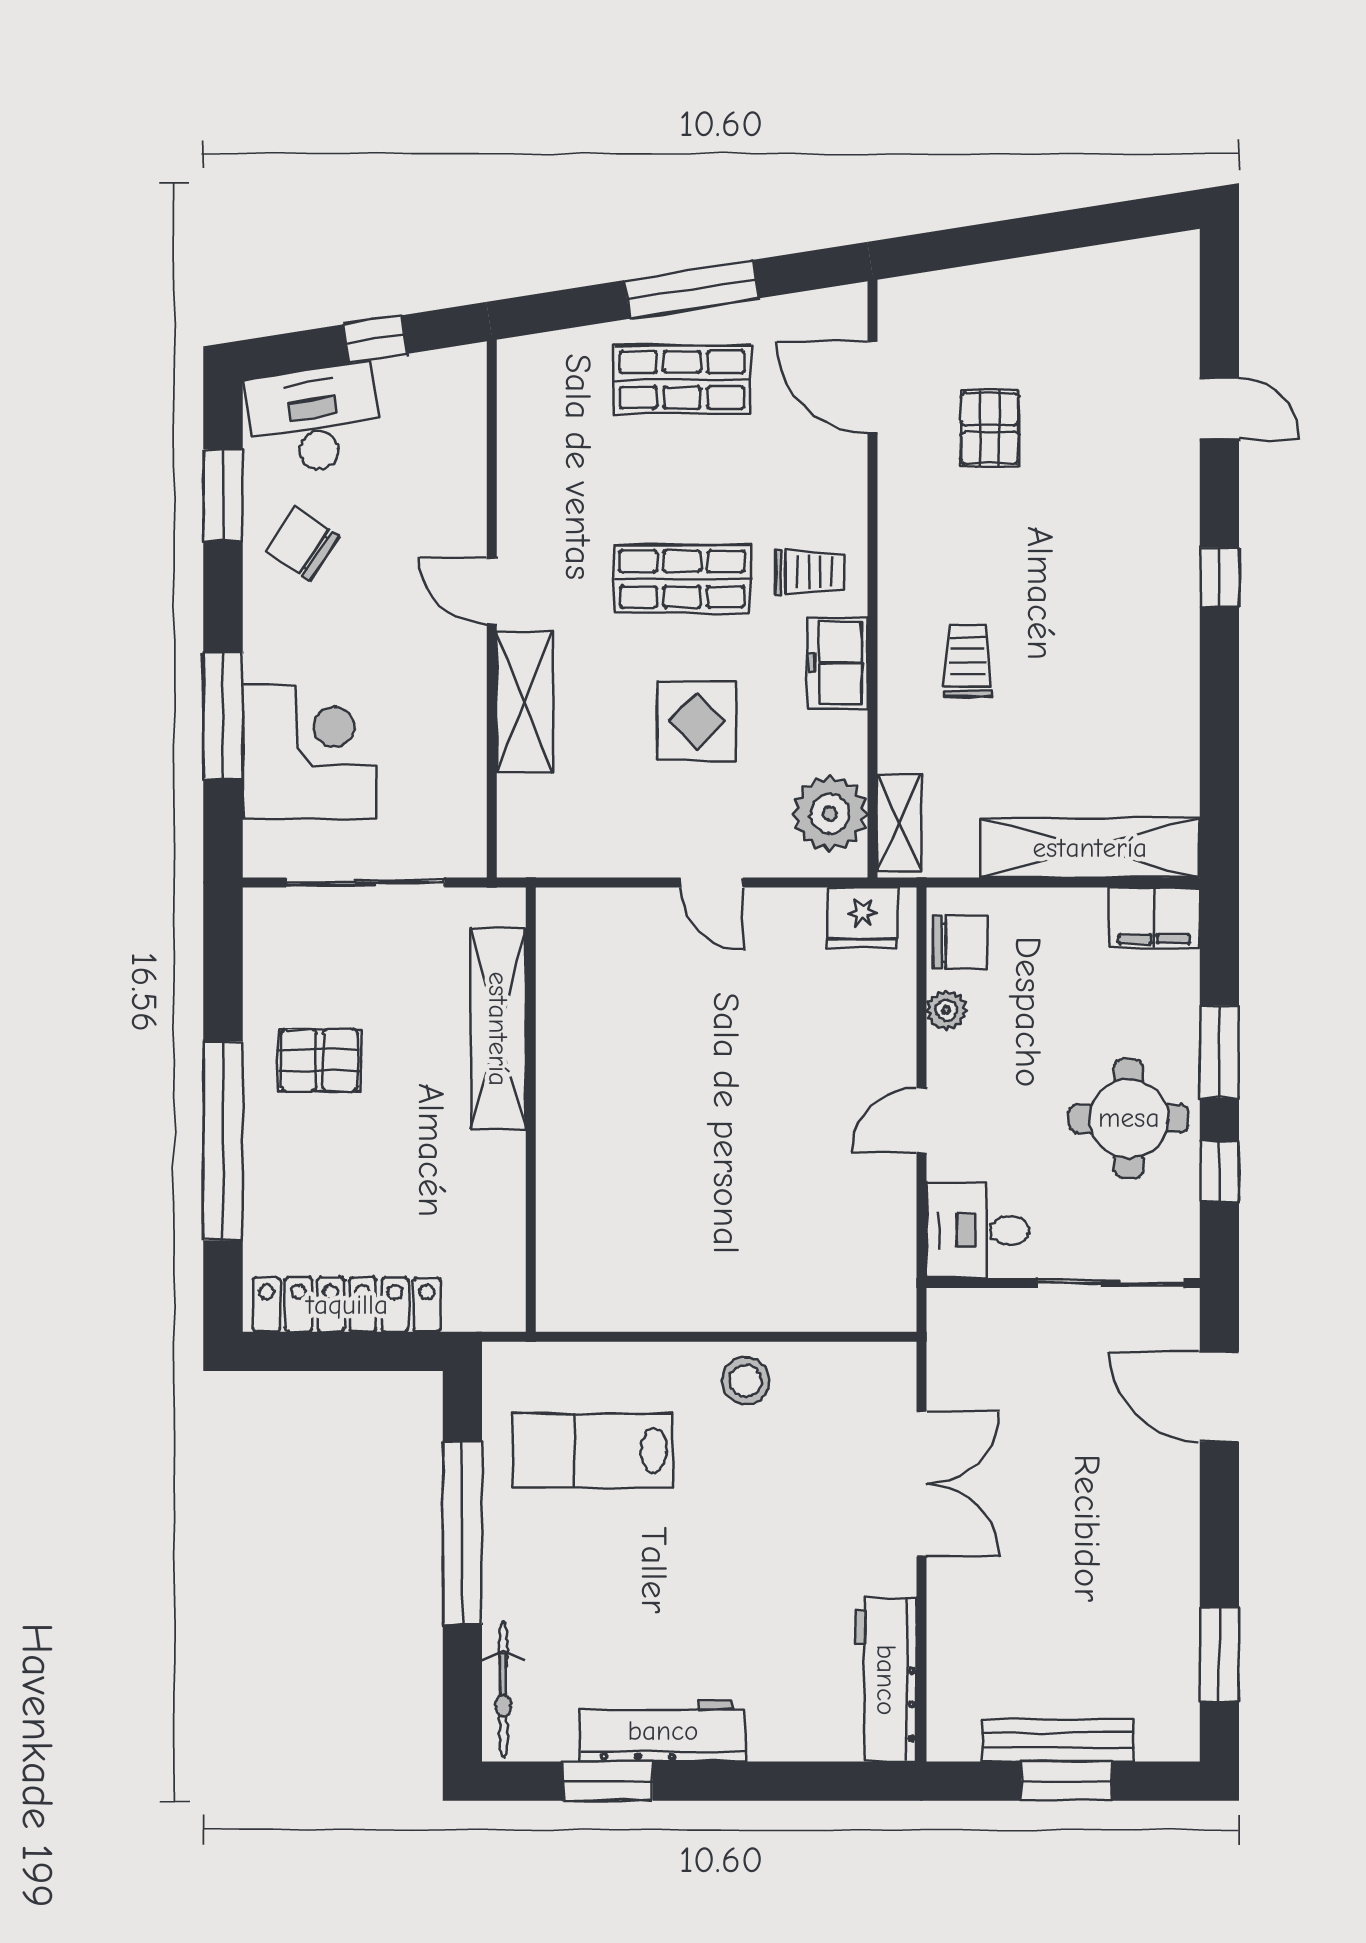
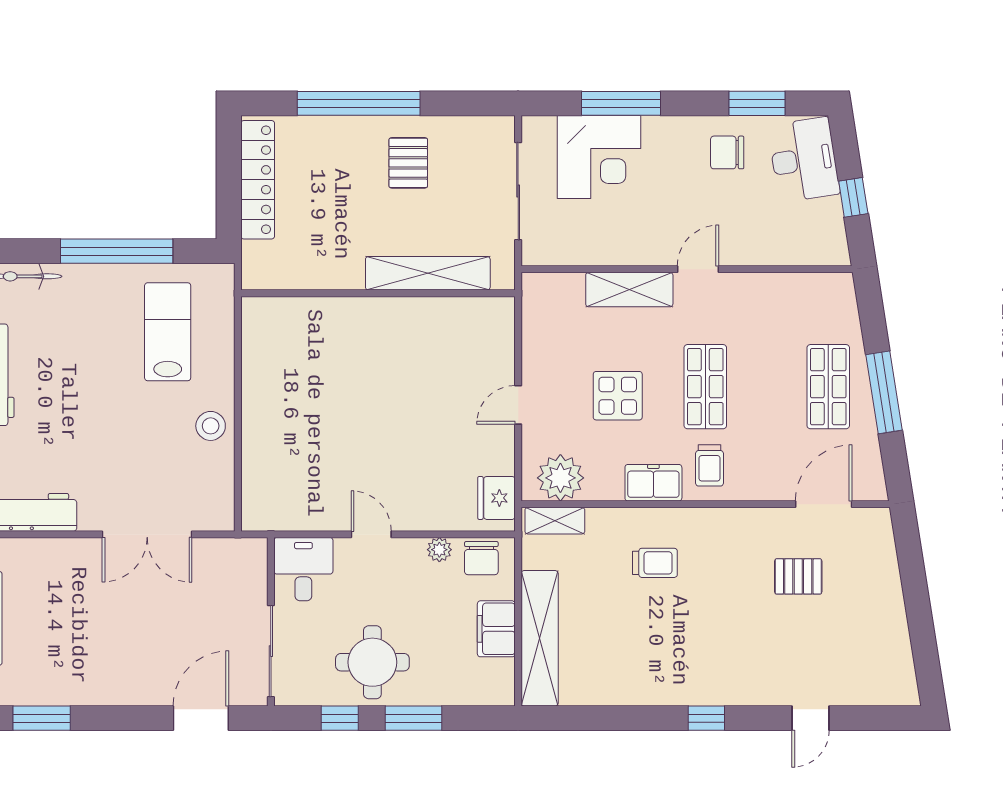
chair: (303, 543) -> (727, 152), turned -124
filing cabinet: (1154, 918) -> (496, 629), moved

